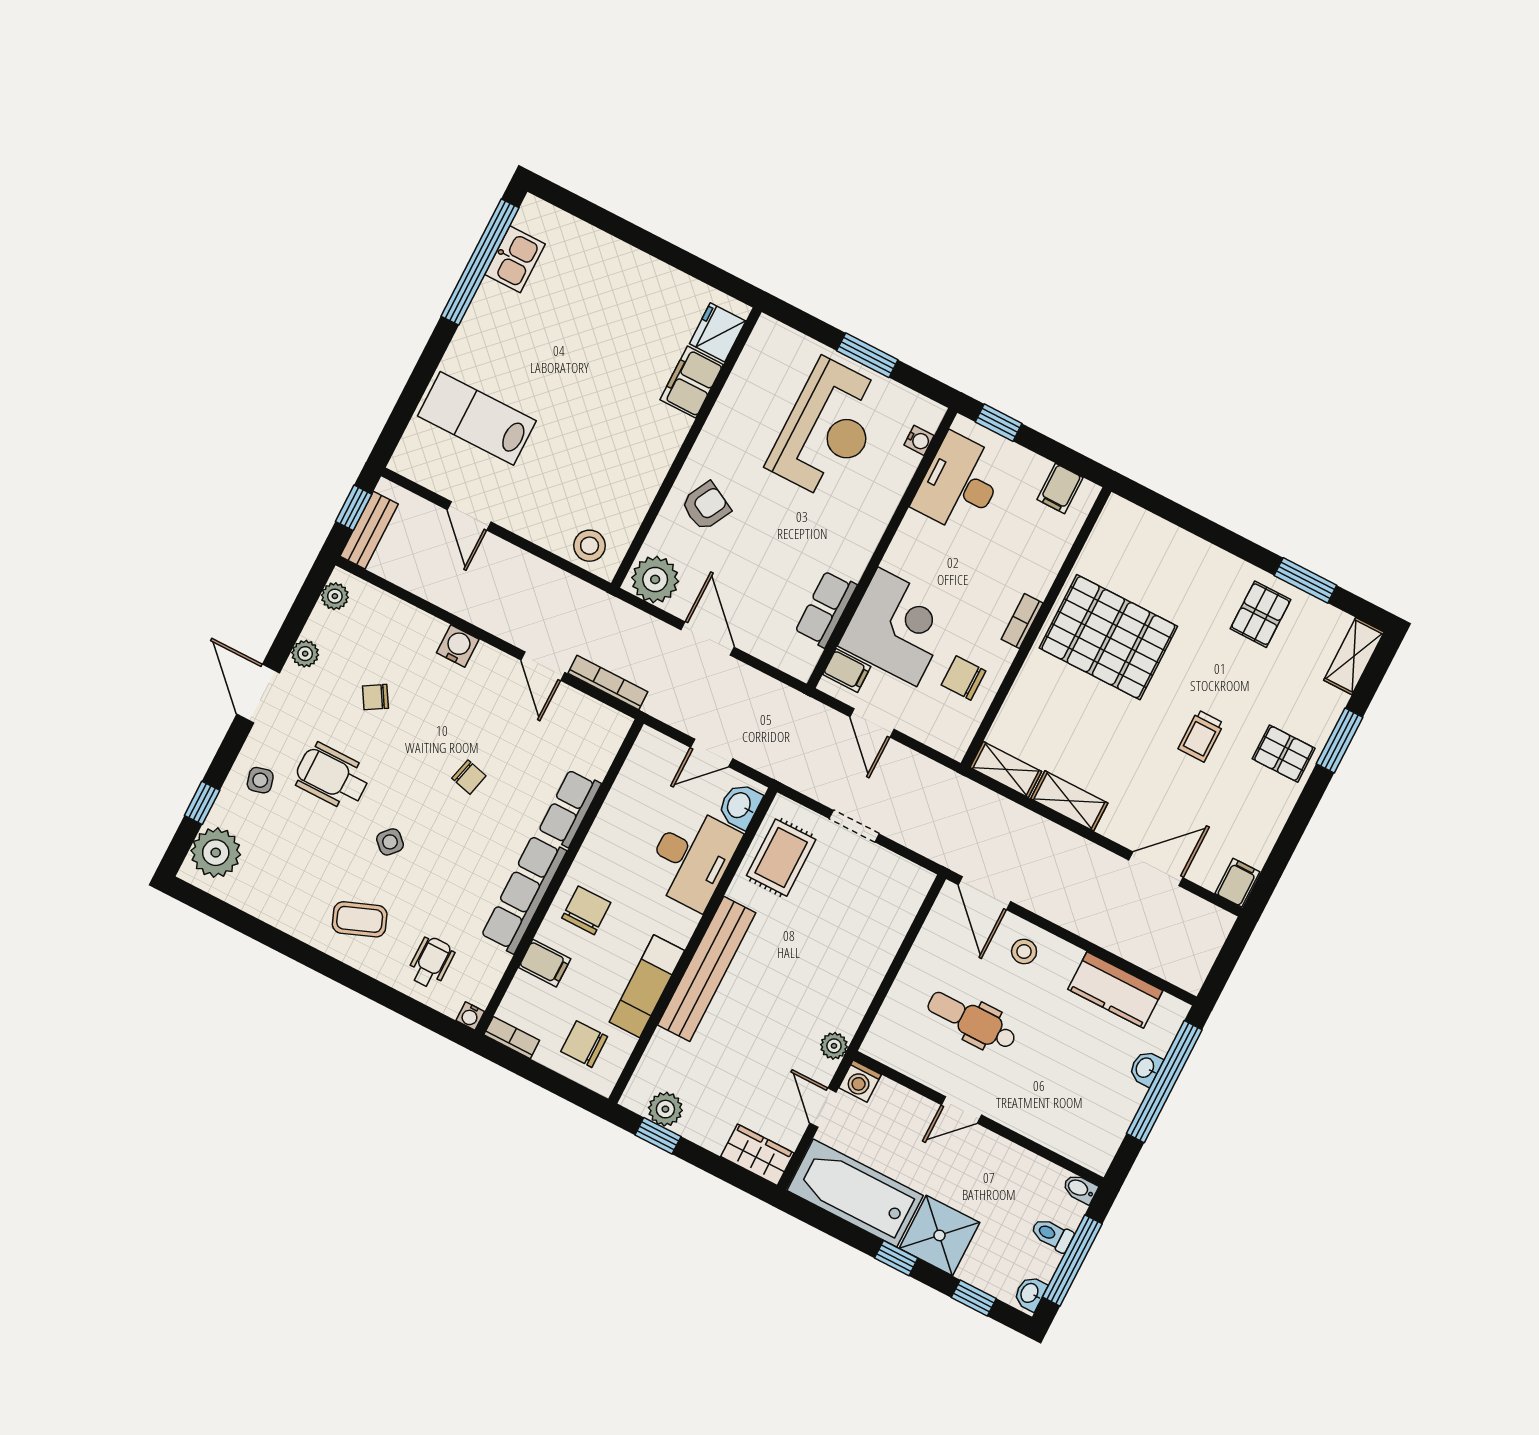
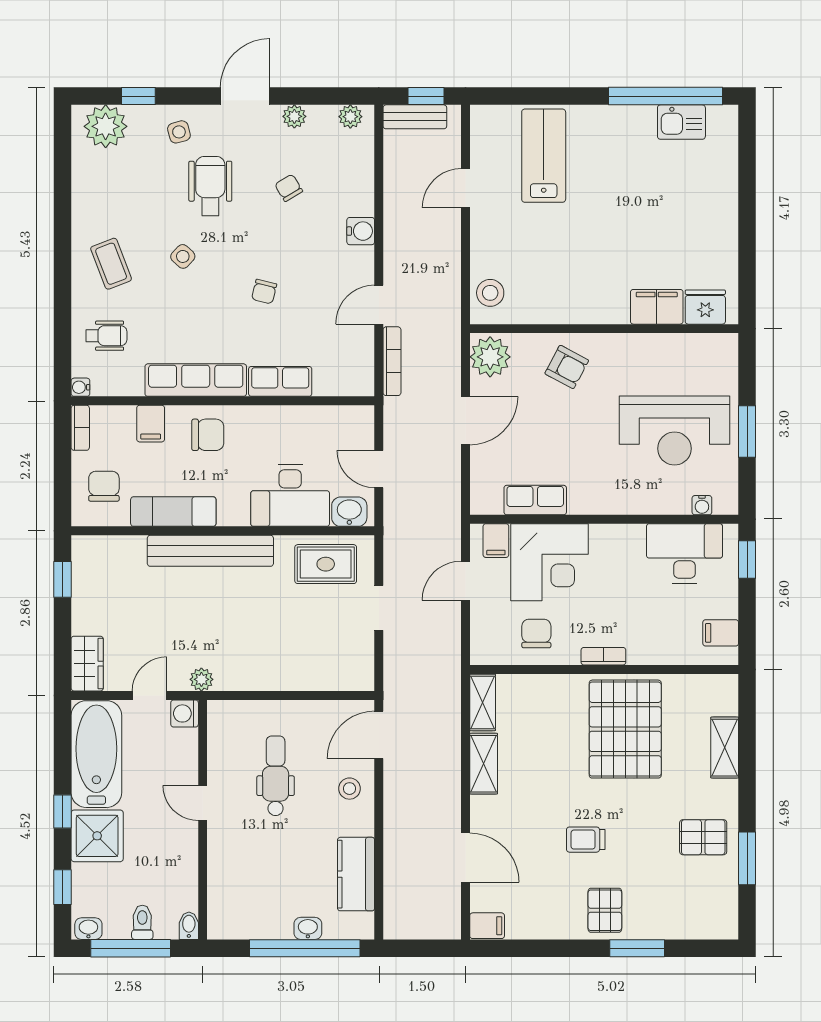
shelving: (1354, 656) -> (725, 748), moved, turned 90
plant: (665, 1109) -> (86, 575), removed

